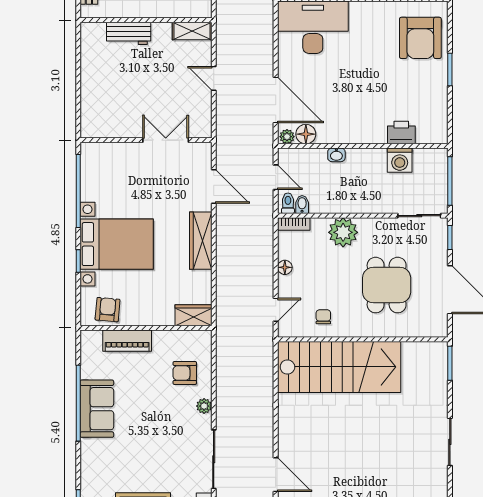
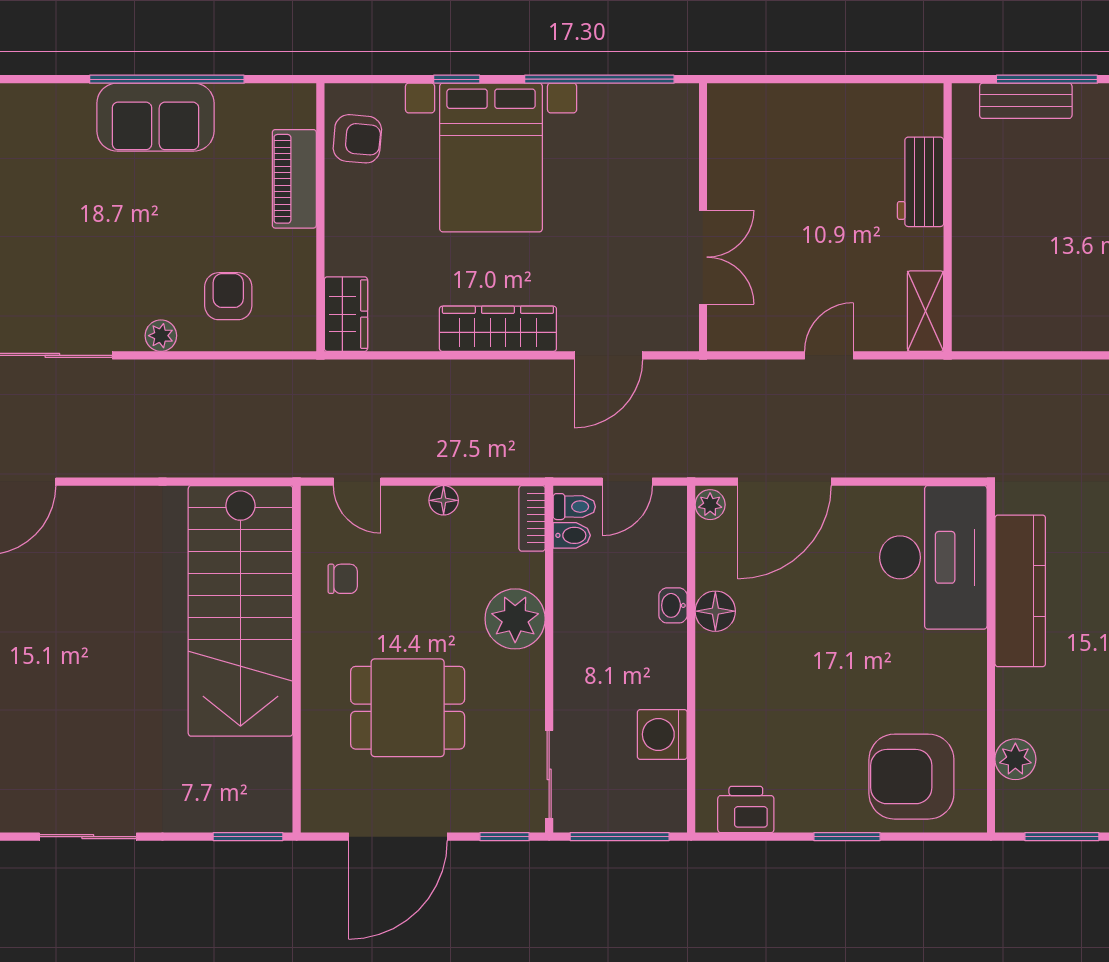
printer: (401, 133) -> (746, 809), moved, turned -90
floor lamp: (306, 134) -> (715, 611), moved

